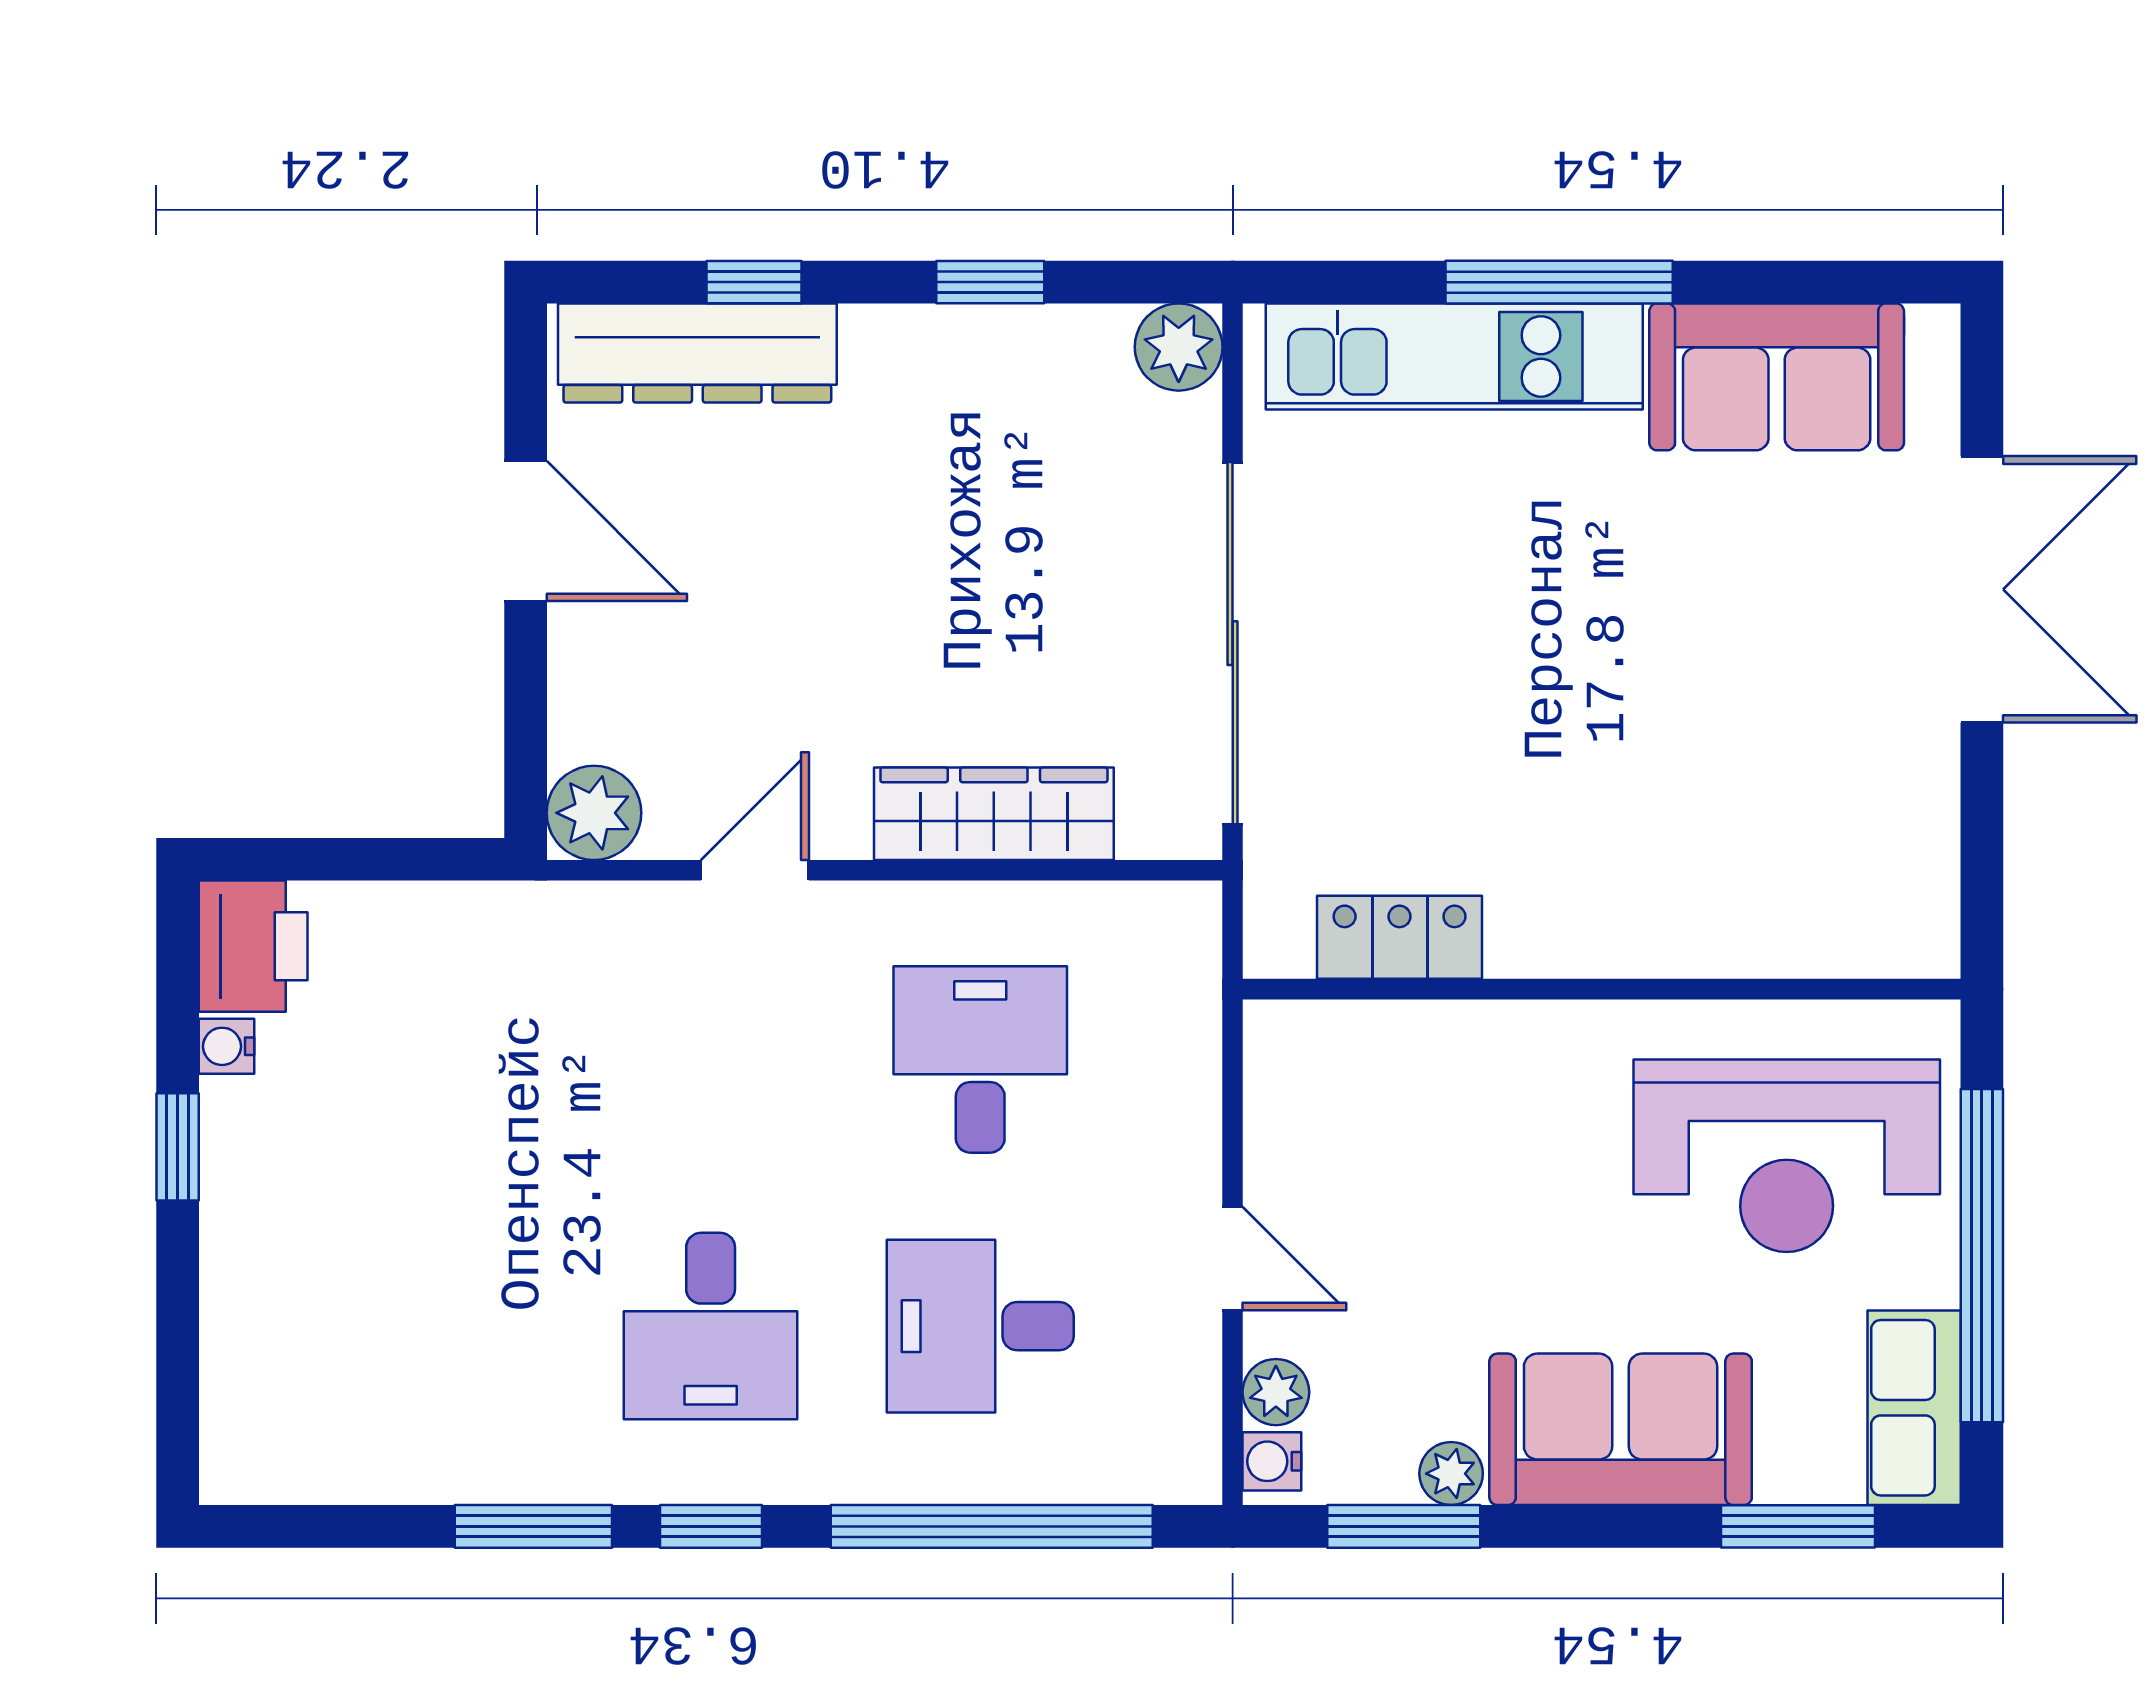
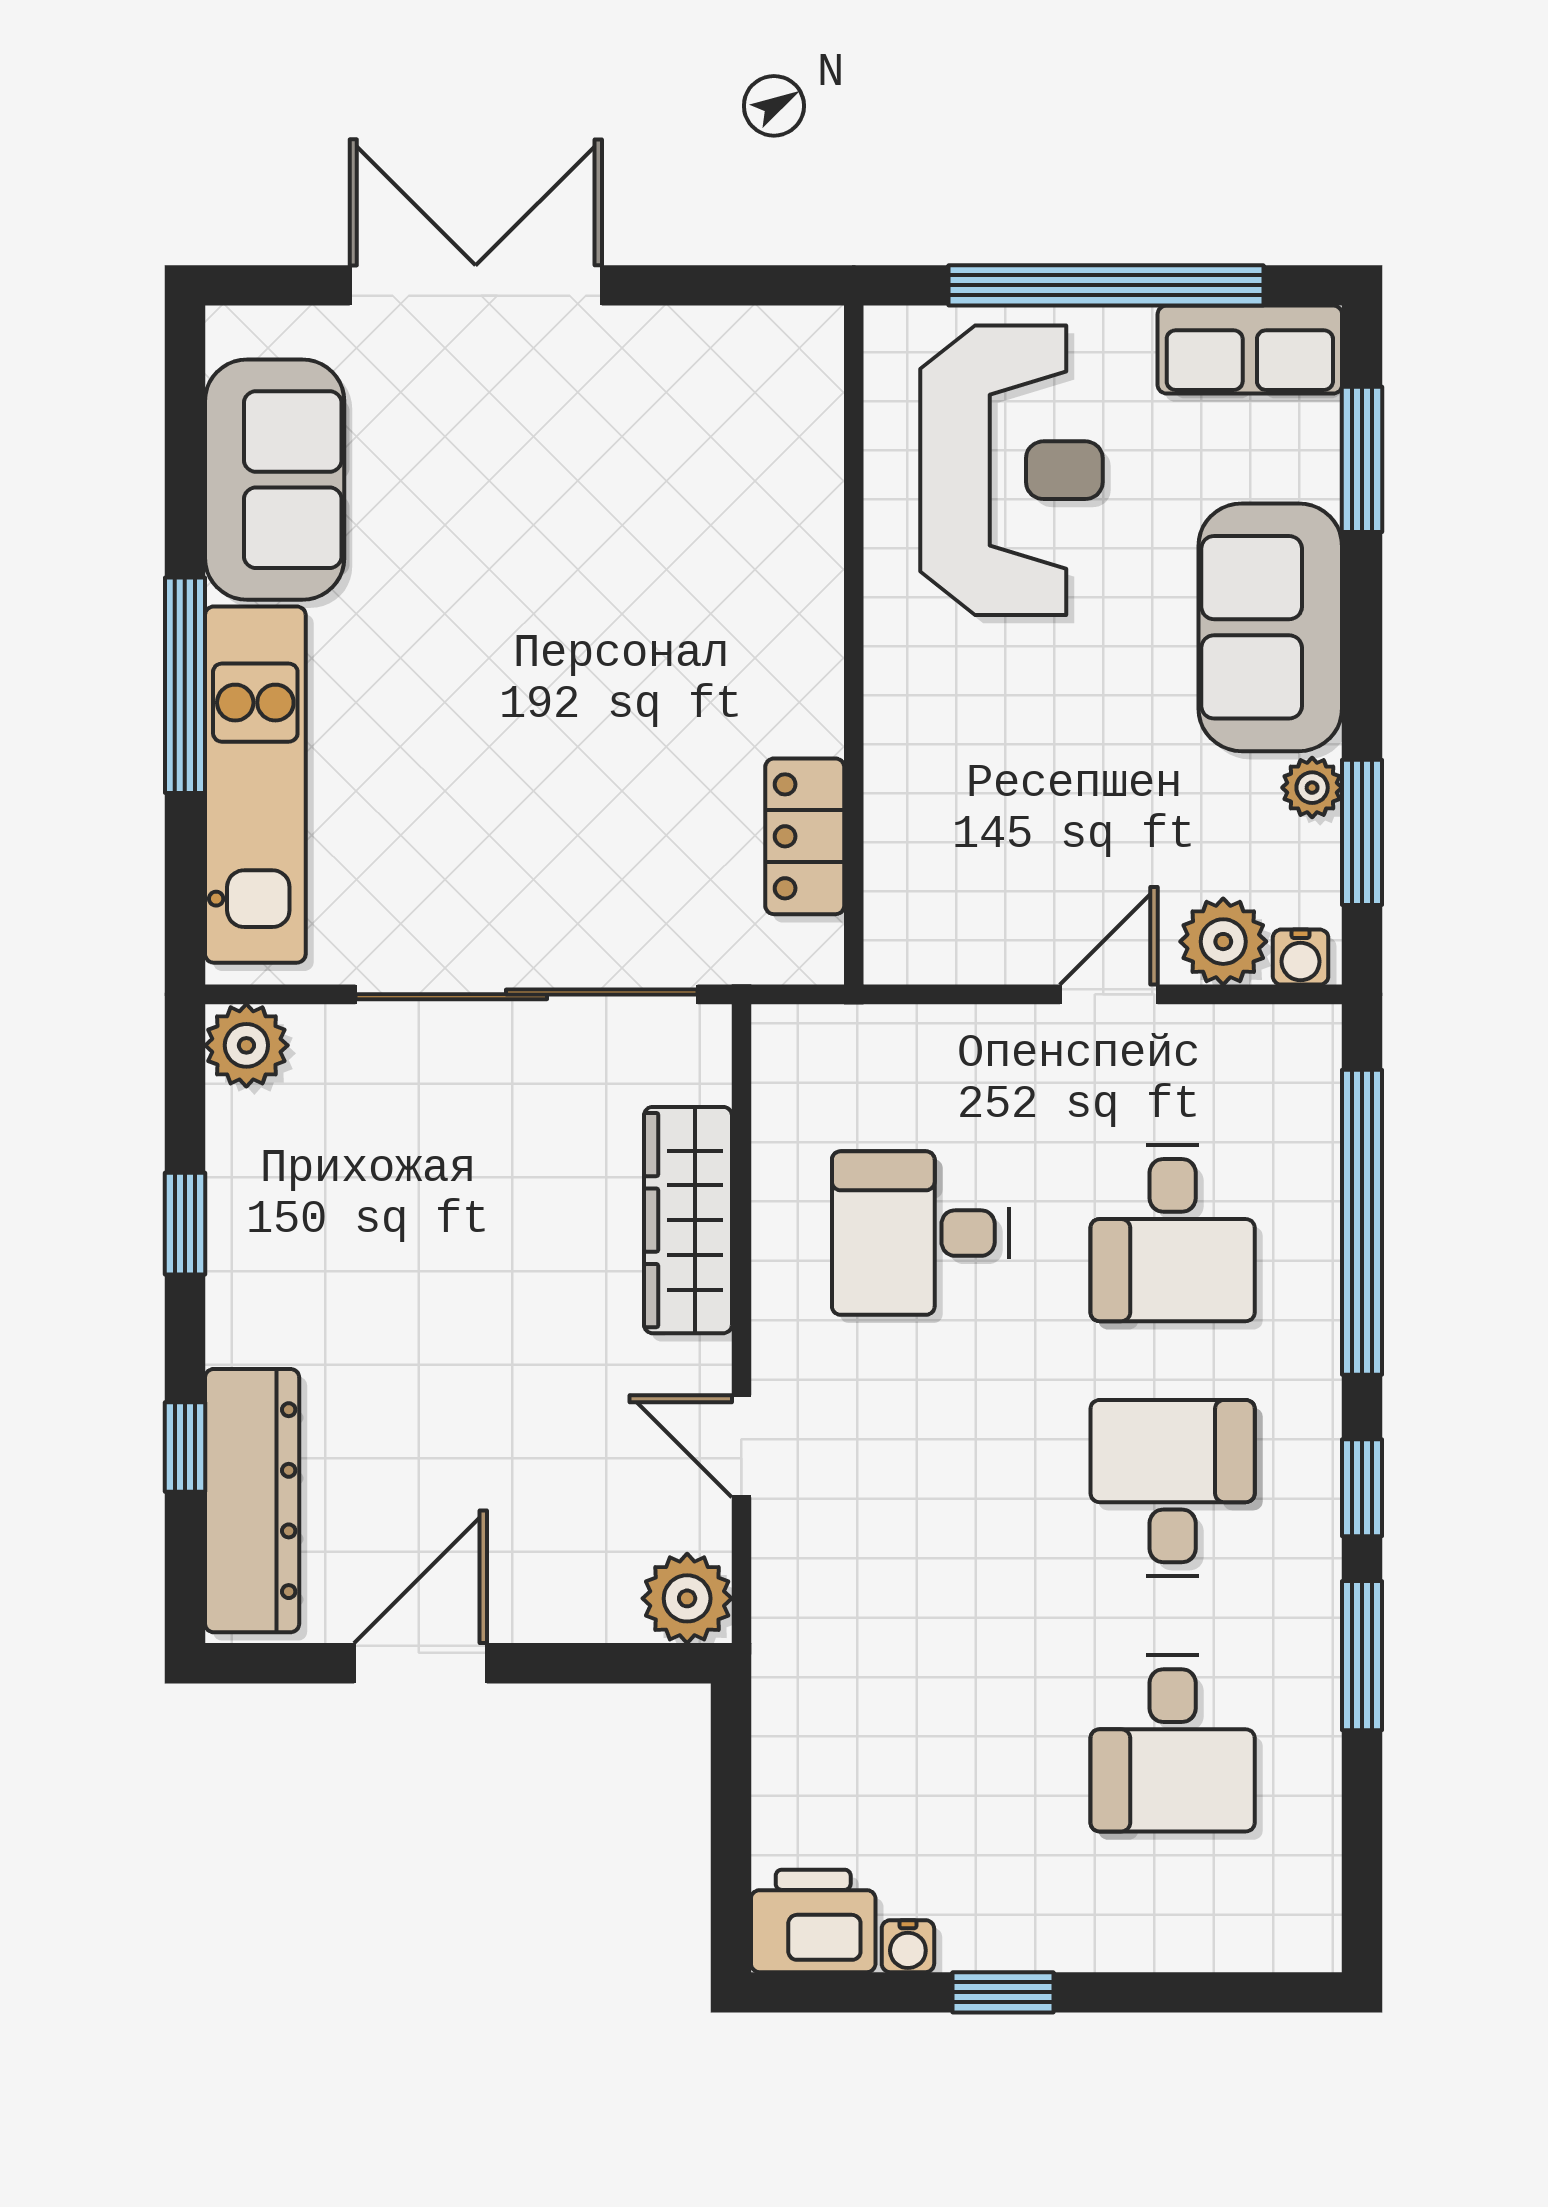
desk: (441, 1326) -> (1173, 1743), added
desk: (711, 1326) -> (1173, 1488), turned -90
plant: (1276, 1392) -> (1223, 942), width x1.38, depth x1.38

